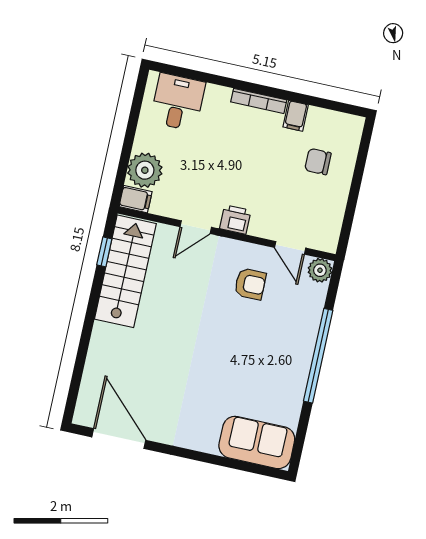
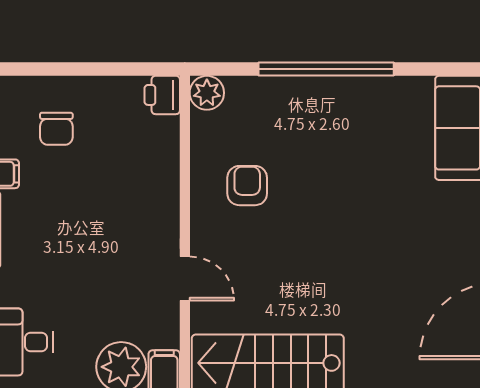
printer: (235, 220) -> (162, 95), moved
door: (290, 248) -> (185, 141), removed

